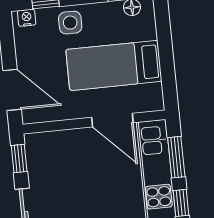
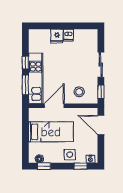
door: (112, 120) -> (54, 106), hinge flipped
stool: (64, 154) -> (79, 92), added

